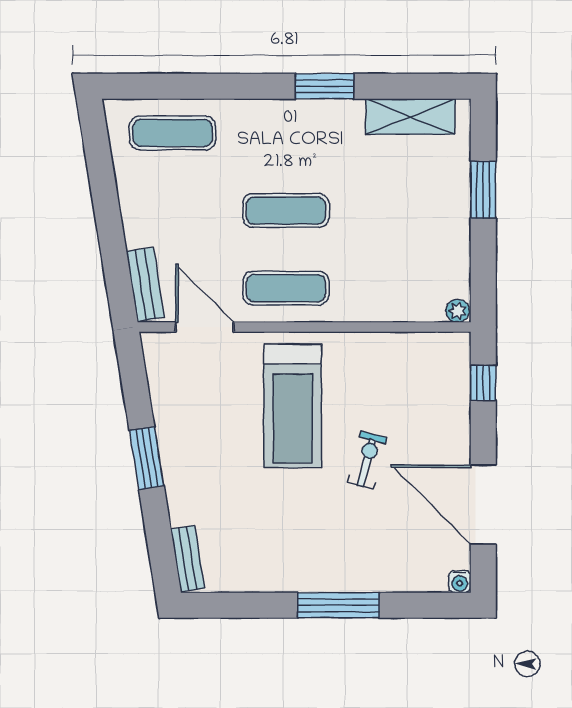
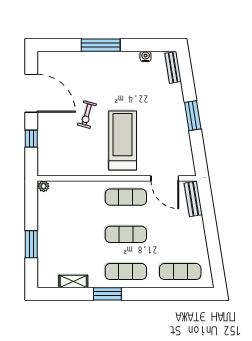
shelving: (410, 116) -> (73, 282), width x0.67, depth x0.75
exercise mat: (286, 133) -> (126, 272), added
window: (483, 383) -> (31, 139), moved
water cooler: (460, 582) -> (146, 56), moved

